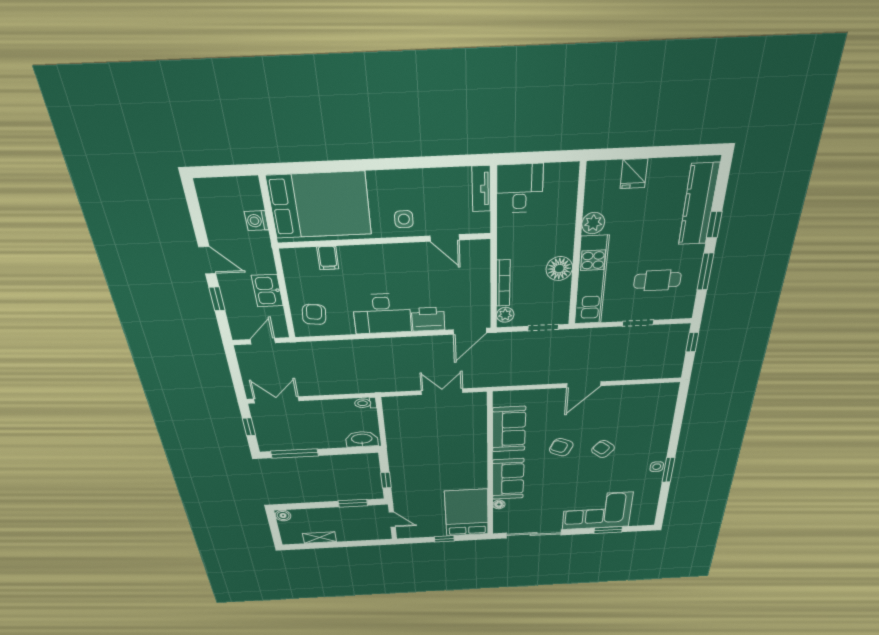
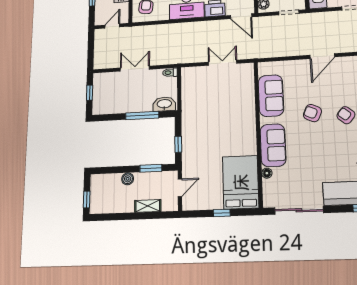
door: (470, 331) -> (241, 16), hinge flipped
double door: (276, 400) -> (135, 69), moved
window: (295, 454) -> (142, 115), moved
boiler: (283, 516) -> (128, 179), moved
door: (392, 519) -> (180, 188), hinge flipped
window: (275, 533) -> (87, 199), added
shelving: (319, 538) -> (148, 206), moved

